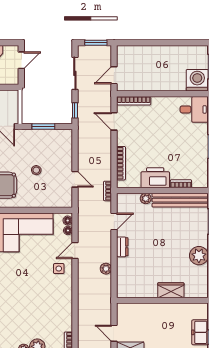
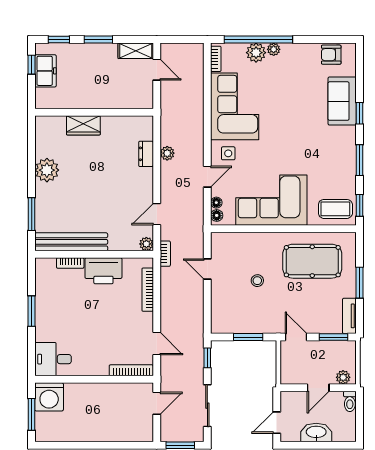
plant: (146, 198) -> (146, 244), moved
dresser: (122, 247) -> (146, 154), moved
corner sofa: (54, 305) -> (235, 106), added

